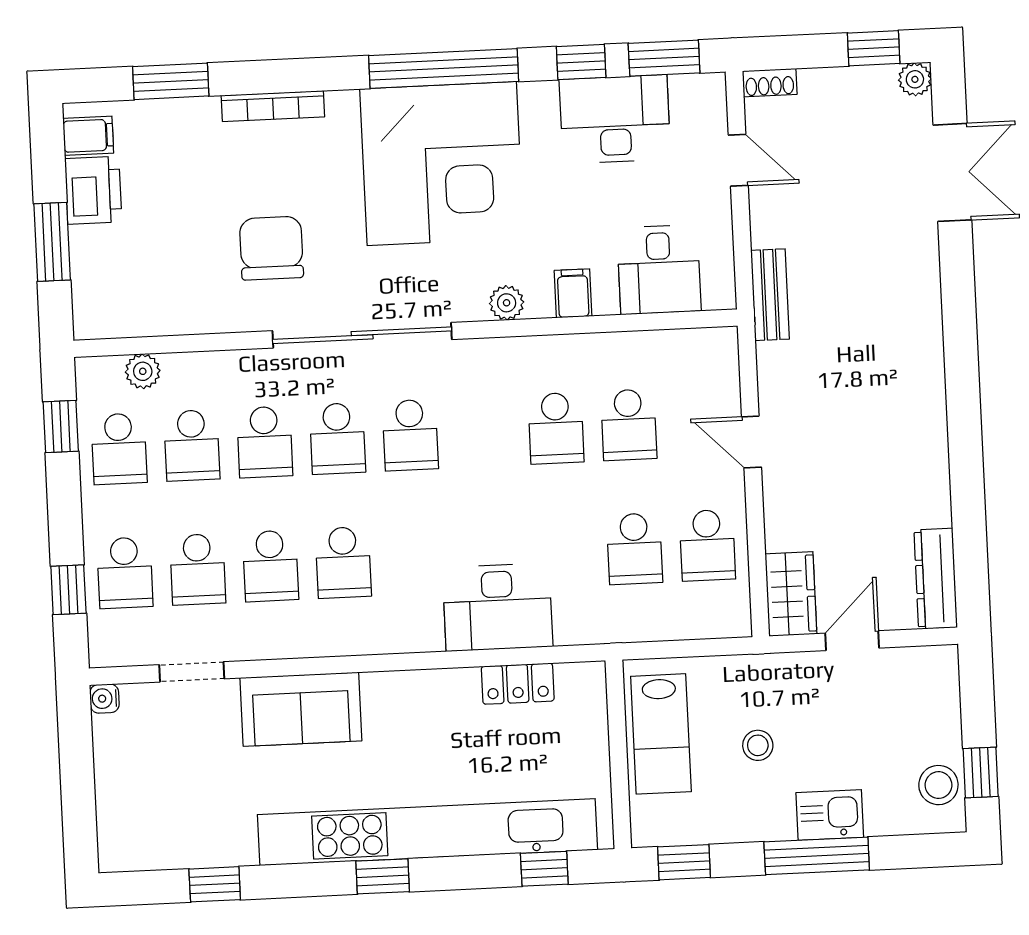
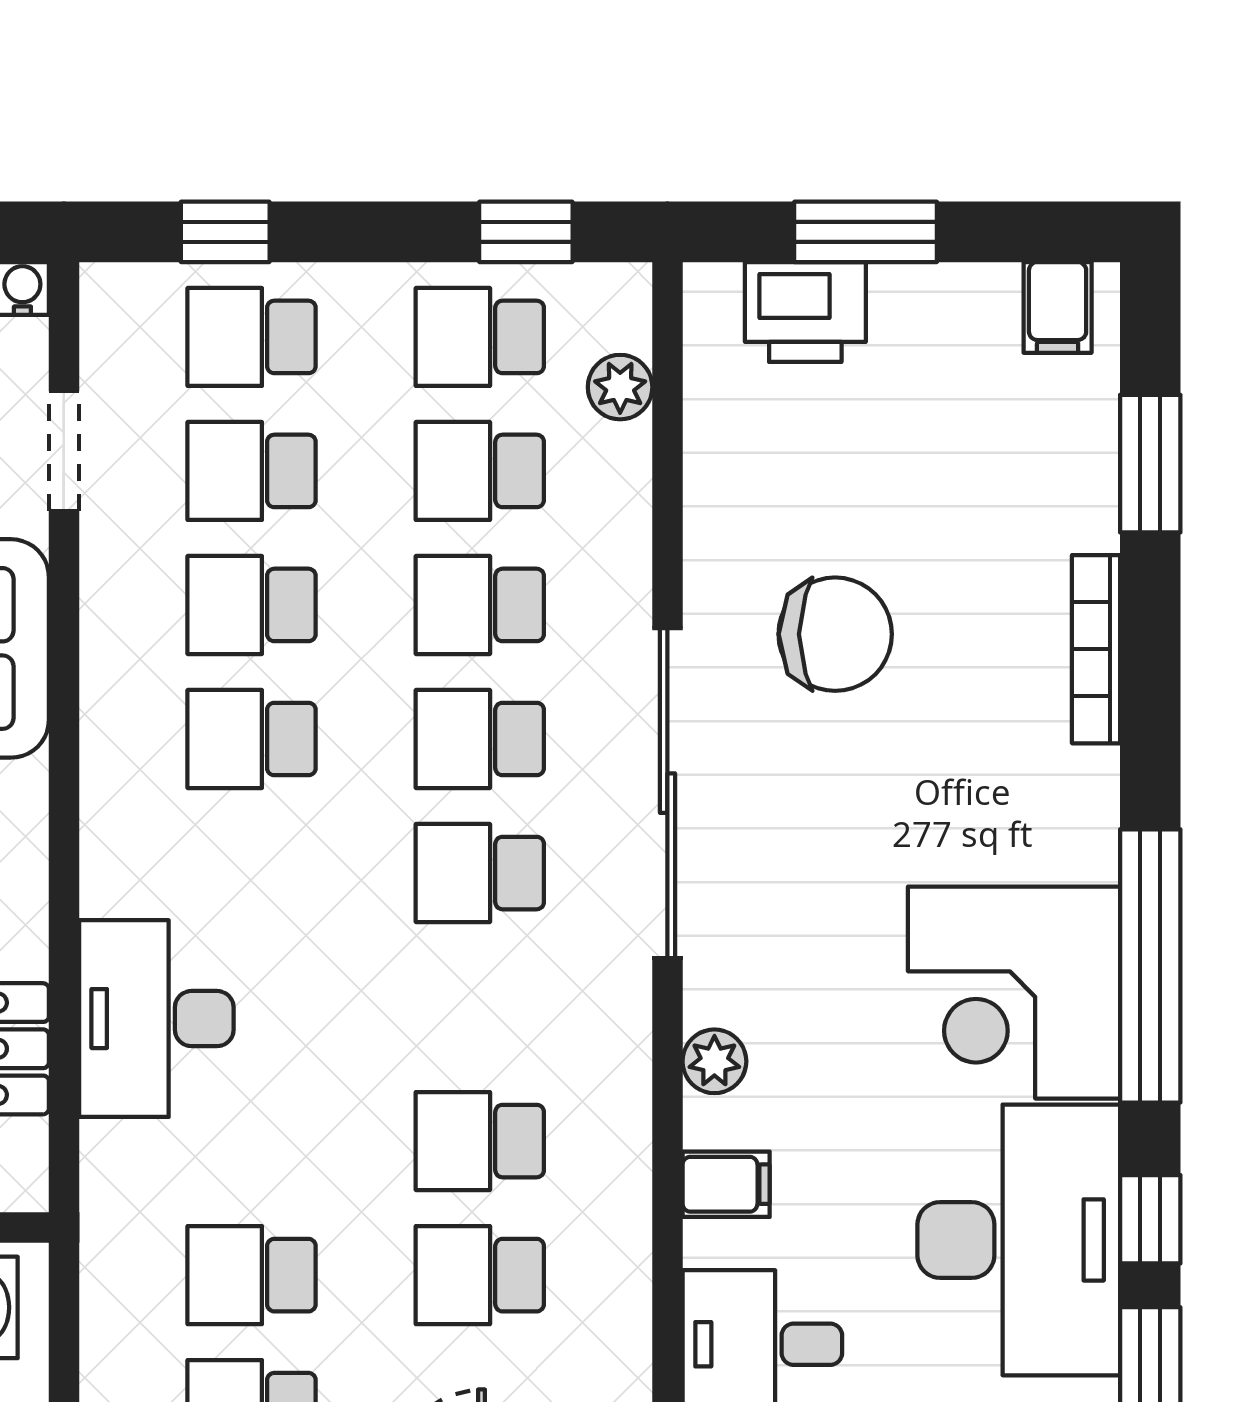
desk: (615, 119) -> (1019, 1240), width x1.36, depth x1.30
corner desk: (442, 164) -> (1014, 993), width x0.74, depth x0.74
printer: (93, 190) -> (805, 312), moved

